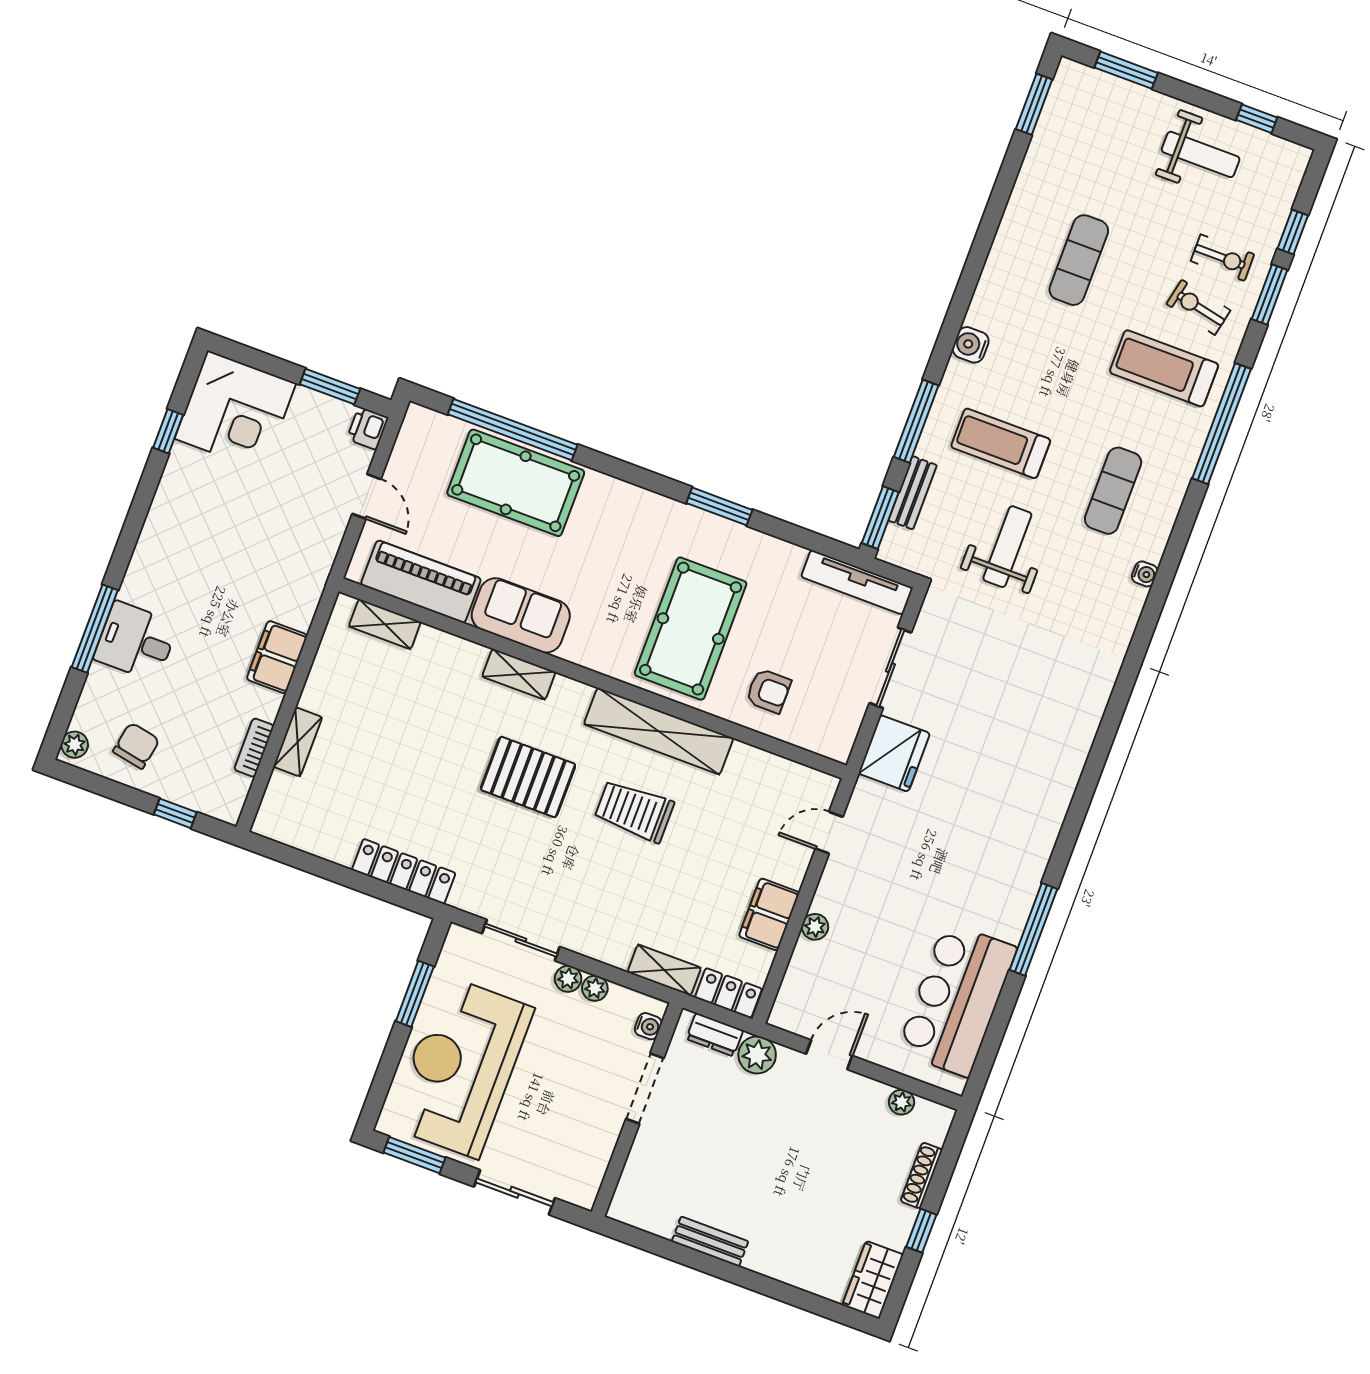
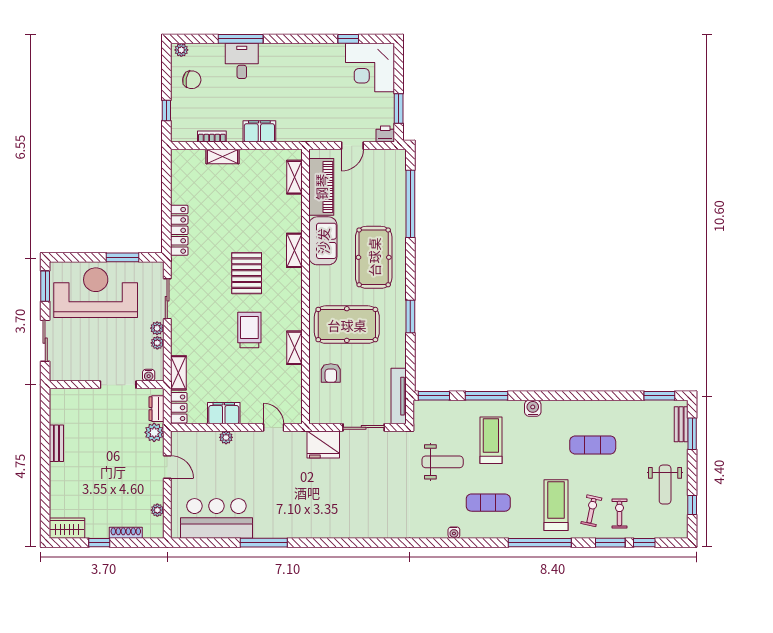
exercise bike: (1223, 258) -> (619, 513), turned 180
pool table: (516, 483) -> (374, 257), moved
bench: (913, 493) -> (681, 424), moved, turned 90
shelving: (659, 731) -> (294, 348), width x0.45, depth x0.75

